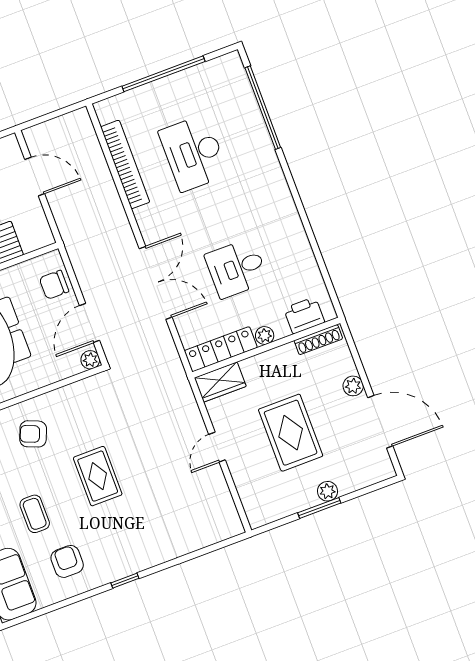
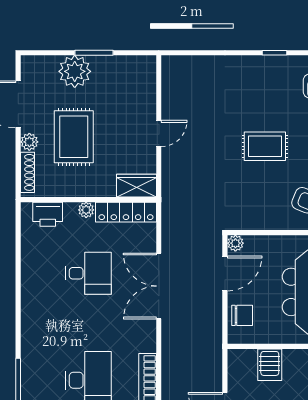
shoe rack: (318, 340) -> (27, 172), moved, turned 90
rug: (291, 433) -> (74, 137), moved
rug: (98, 476) -> (265, 146), turned 90
plant: (328, 491) -> (75, 71), width x1.87, depth x1.87

